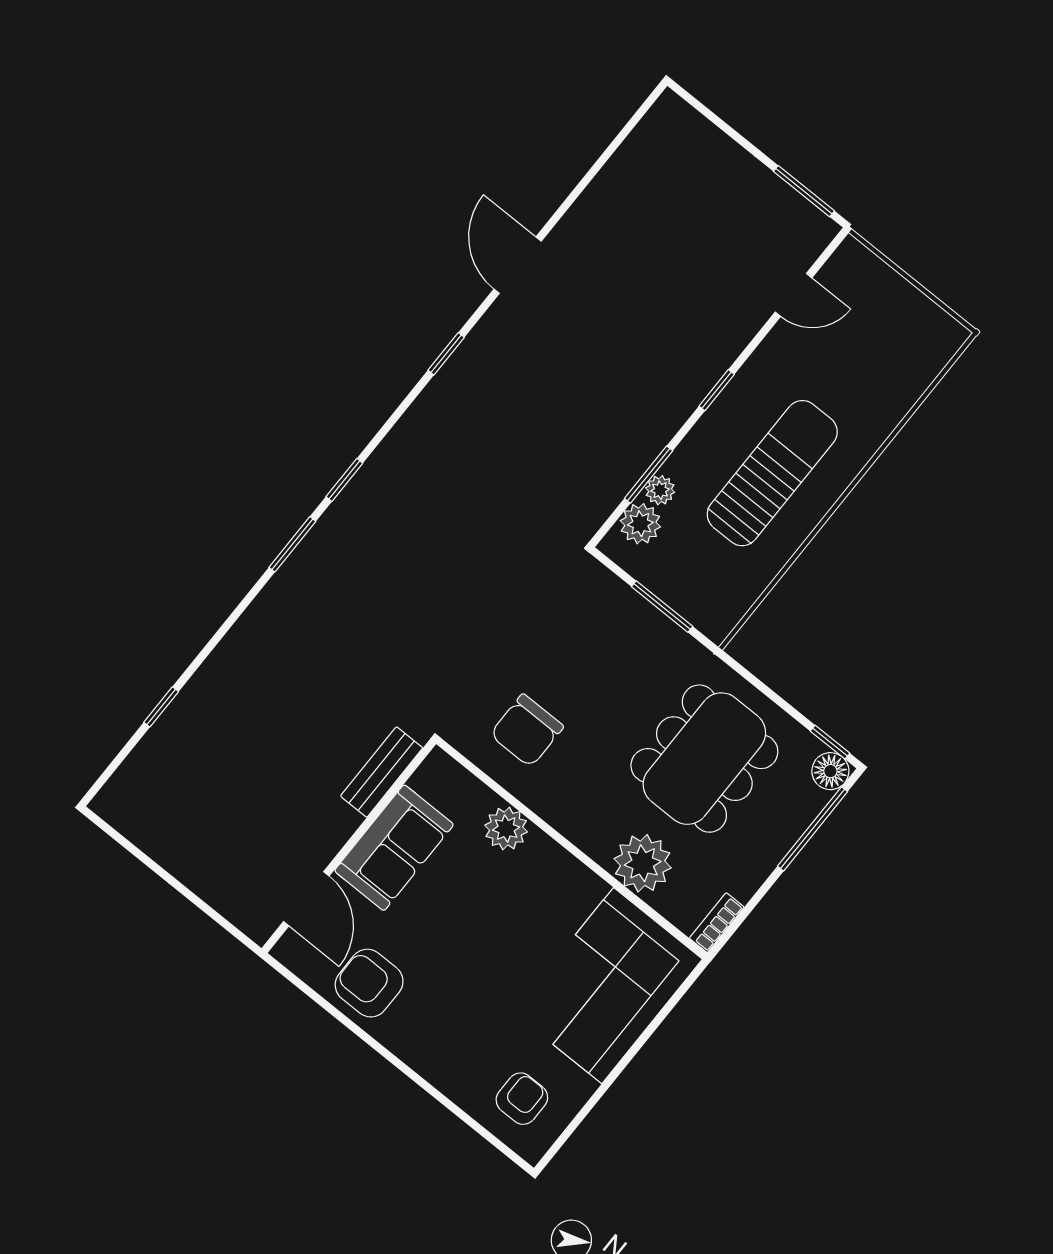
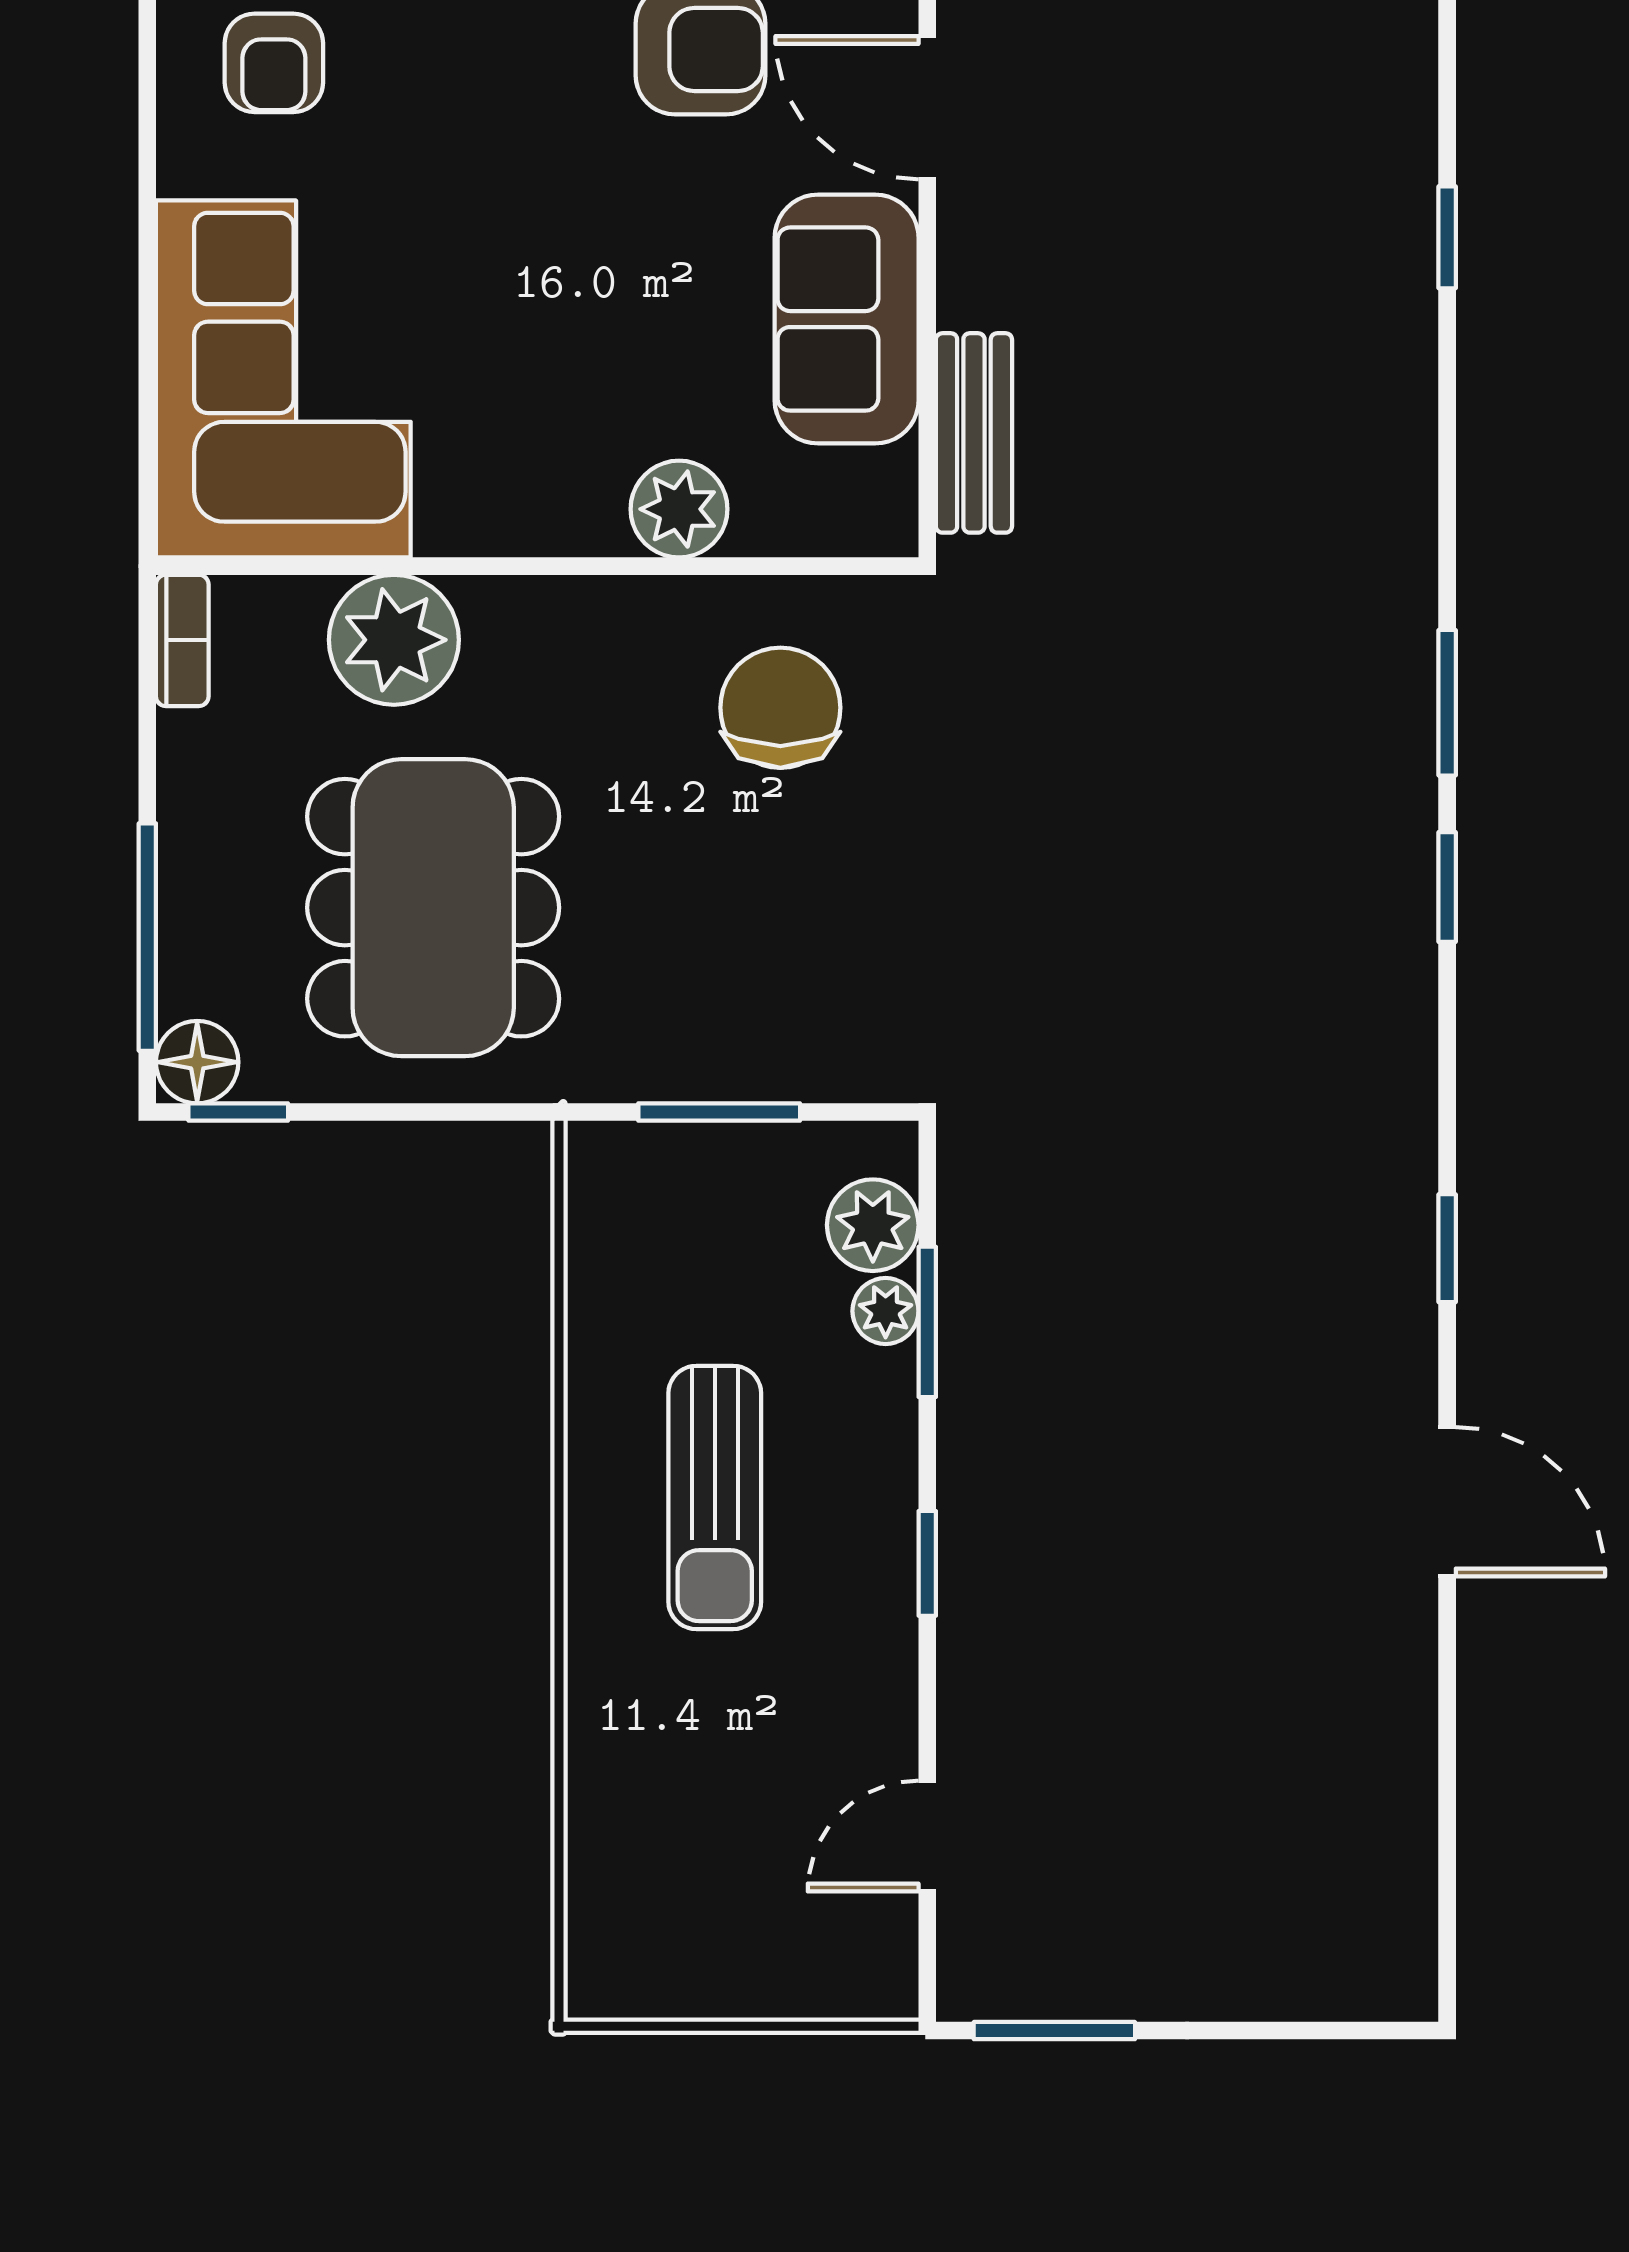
sun lounger: (772, 473) -> (715, 1497), width x0.73, depth x0.75

